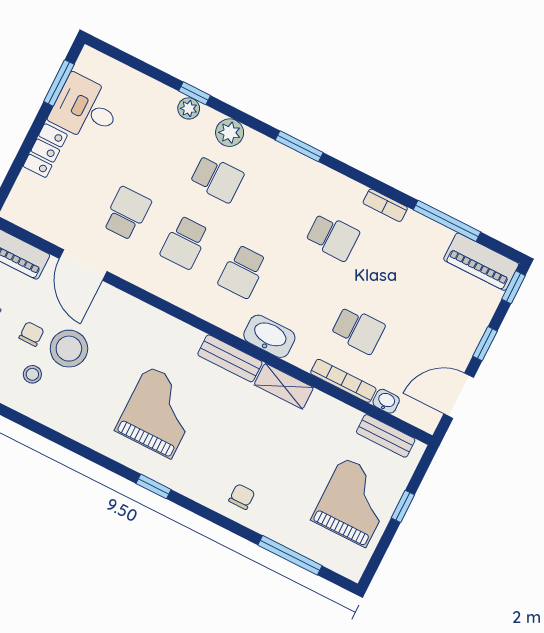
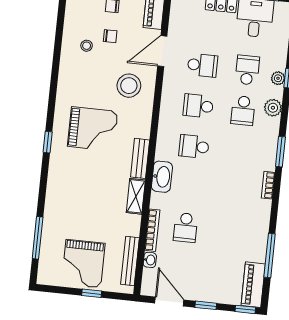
bookcase: (385, 205) -> (268, 185), moved
school desk: (333, 237) -> (247, 70), moved, turned 180
stool: (69, 349) -> (129, 86), moved
bench: (386, 436) -> (130, 261), width x1.36
chair: (242, 497) -> (61, 196), removed
grand piano: (354, 502) -> (83, 264), turned 90

